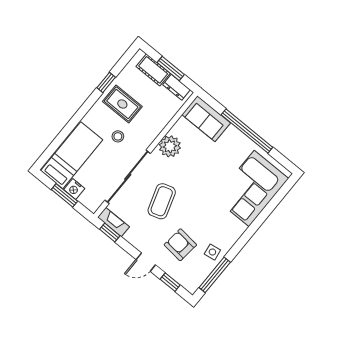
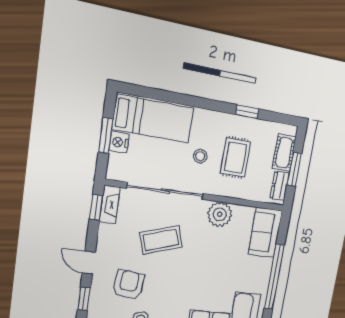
rug: (122, 104) -> (236, 158), moved

